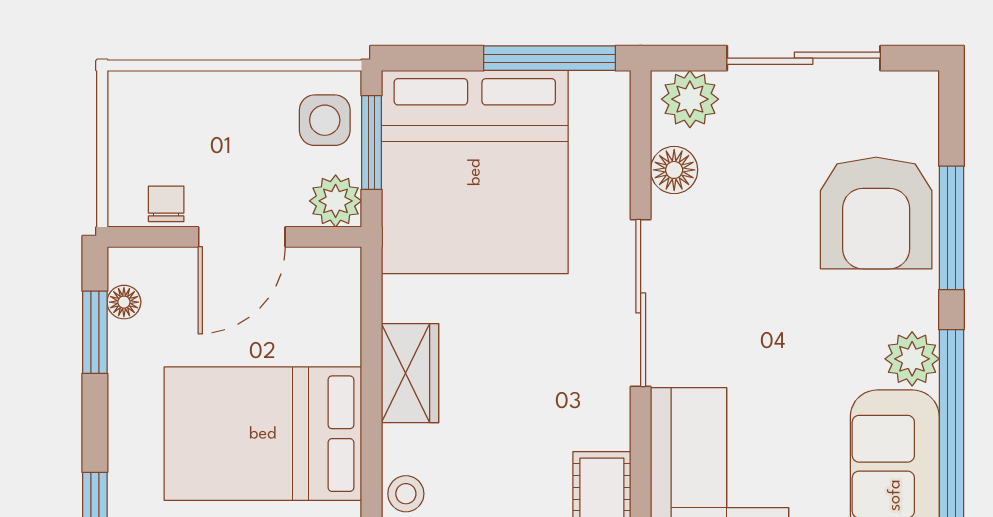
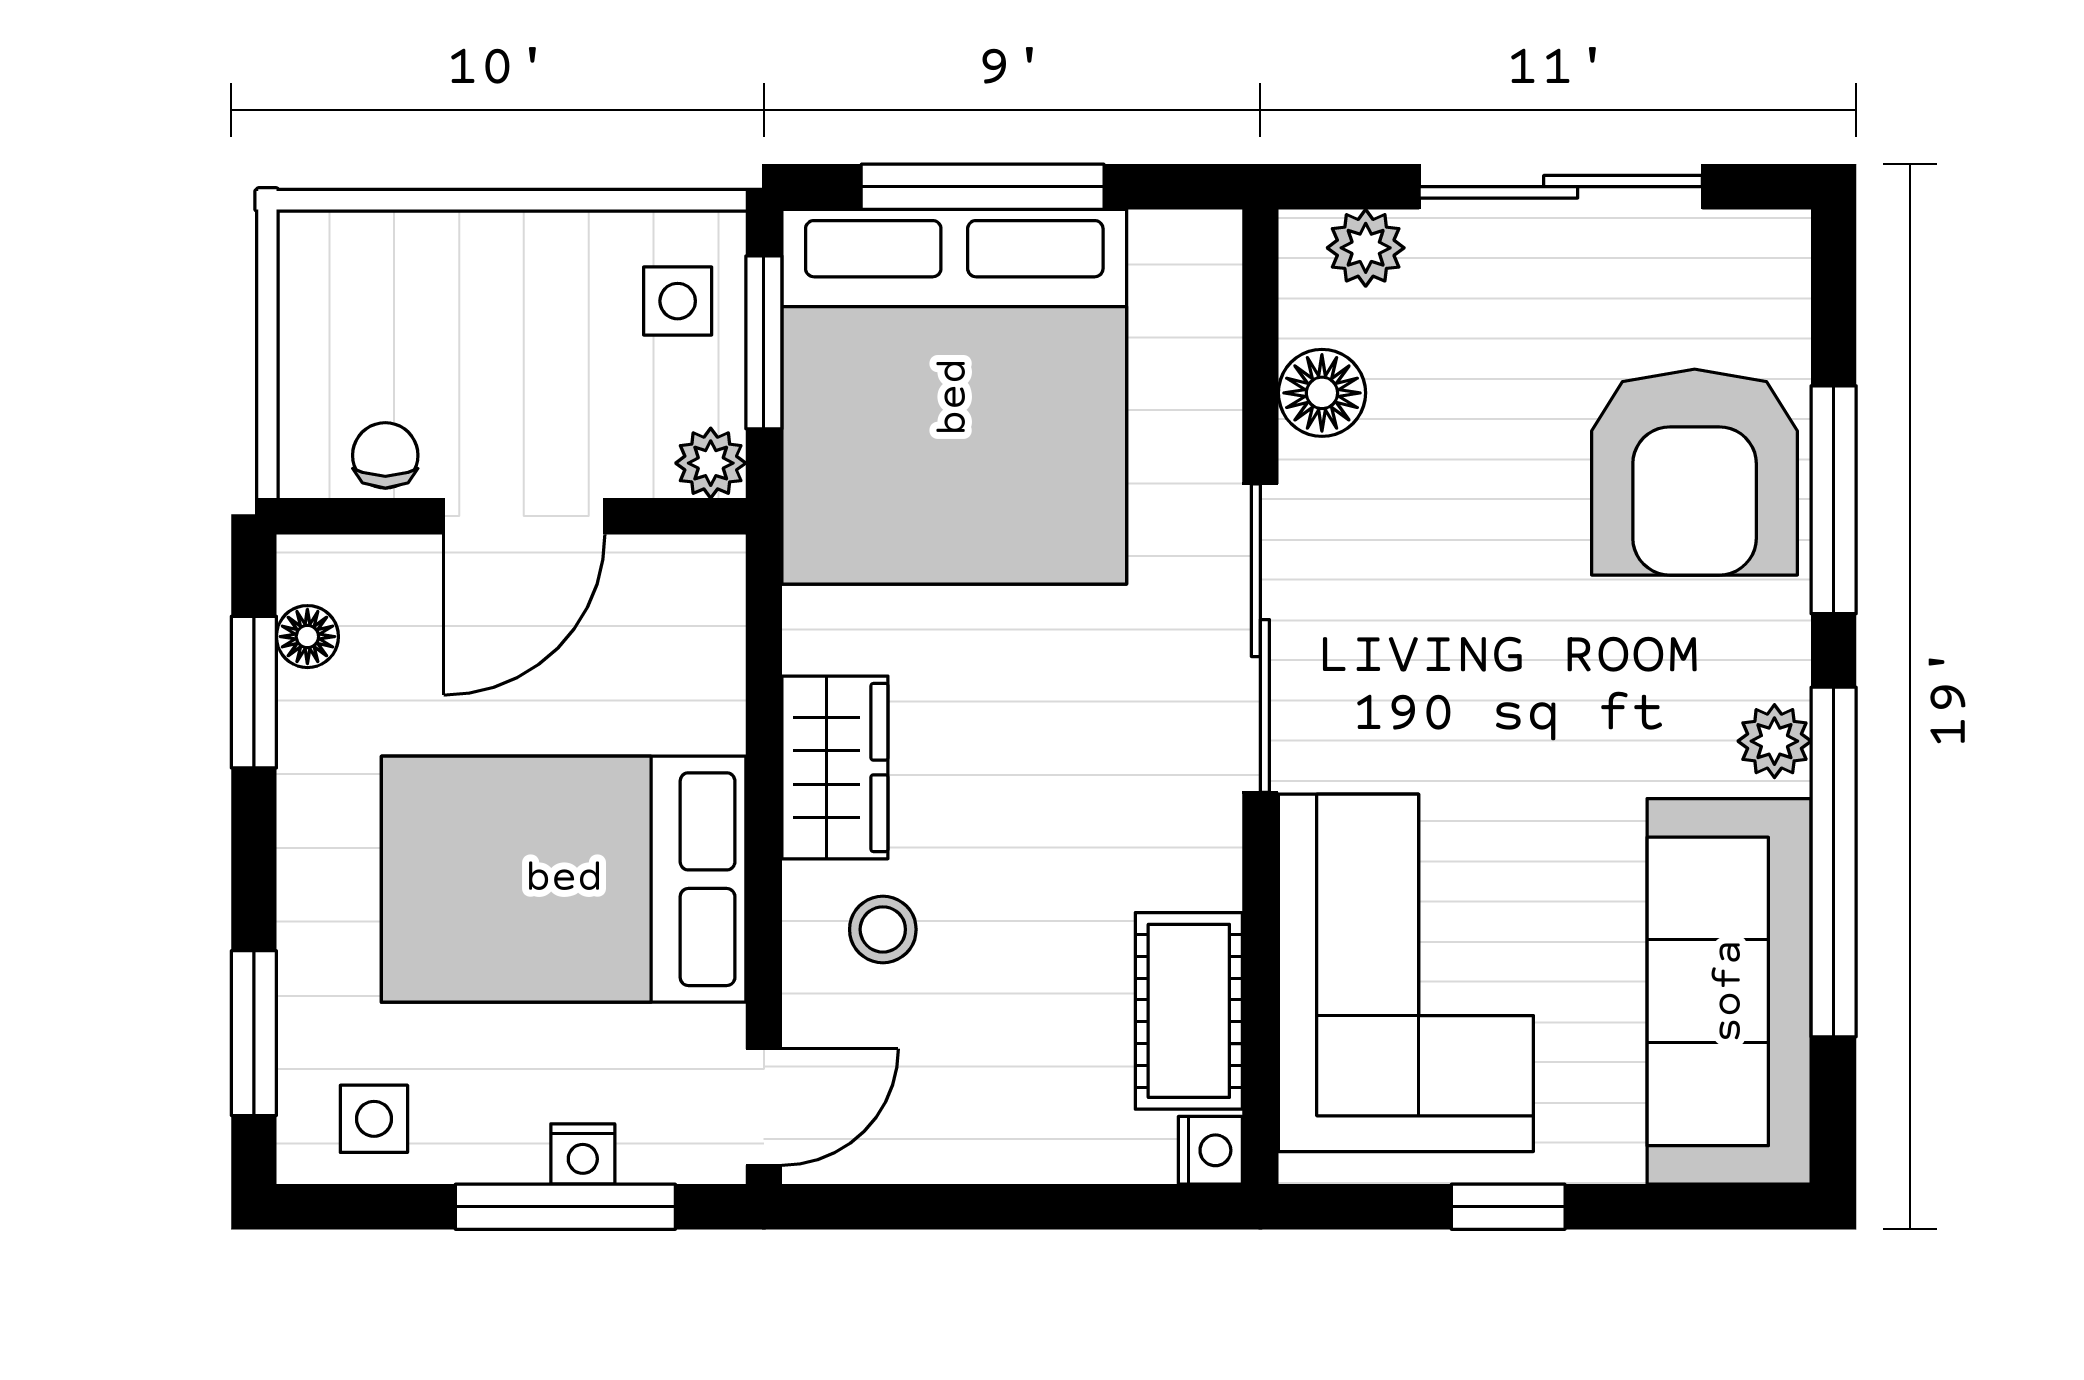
window: (549, 58) -> (983, 187), moved
plant: (690, 99) -> (1366, 248), width x0.73, depth x0.73
side table: (325, 120) -> (678, 301), width x0.73, depth x0.73
plant: (336, 201) -> (711, 463), width x0.73, depth x0.73
plant: (912, 359) -> (1774, 741), width x0.73, depth x0.73
stool: (406, 494) -> (883, 929), moved

